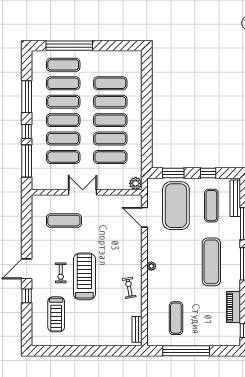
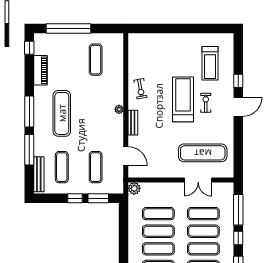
window: (208, 173) -> (75, 198), moved
double door: (83, 192) -> (198, 180), moved
exercise mat: (176, 206) -> (96, 167), width x0.50, depth x0.69
exercise mat: (64, 221) -> (203, 153), width x1.36, depth x1.45
treadmill: (84, 276) -> (183, 99), turned 180
treadmill: (56, 314) -> (210, 63), turned 180
bench: (137, 329) -> (133, 123), moved
window: (186, 351) -> (69, 28), moved

